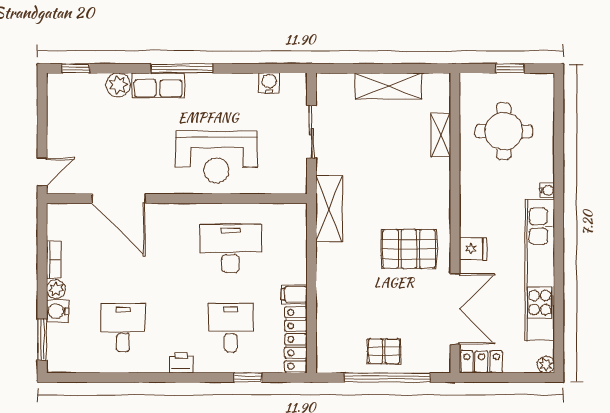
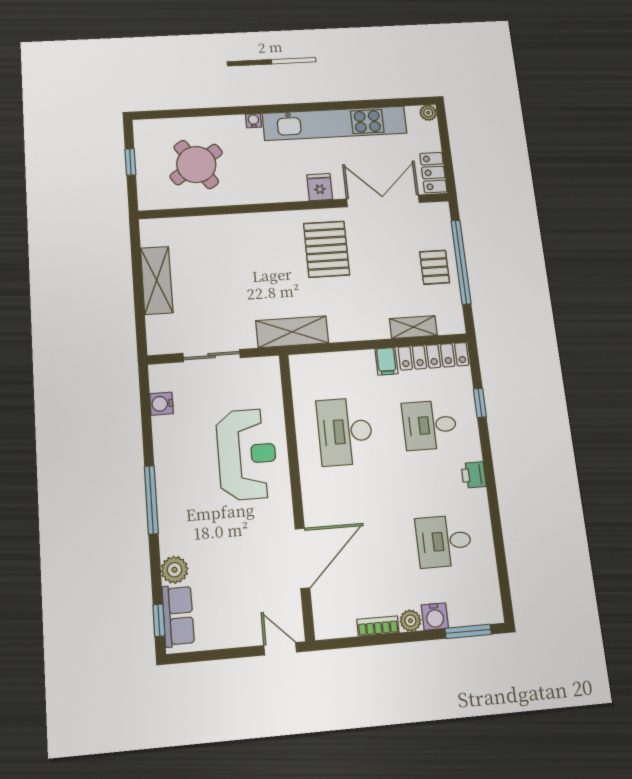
row of seats: (158, 85) -> (178, 616), moved
round table: (504, 131) -> (196, 164), turned -34
shelving: (441, 135) -> (413, 327), moved

